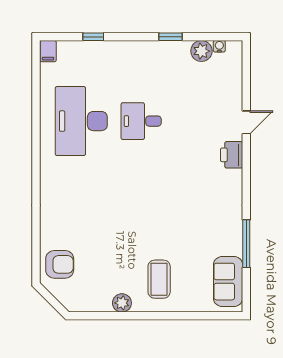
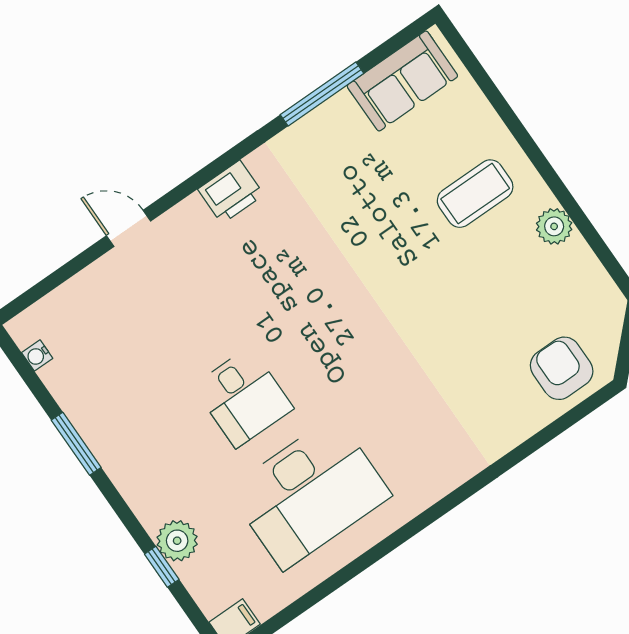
window: (170, 37) -> (76, 444), width x1.50
plant: (201, 51) -> (177, 541), moved
printer: (232, 155) -> (231, 192), moved

